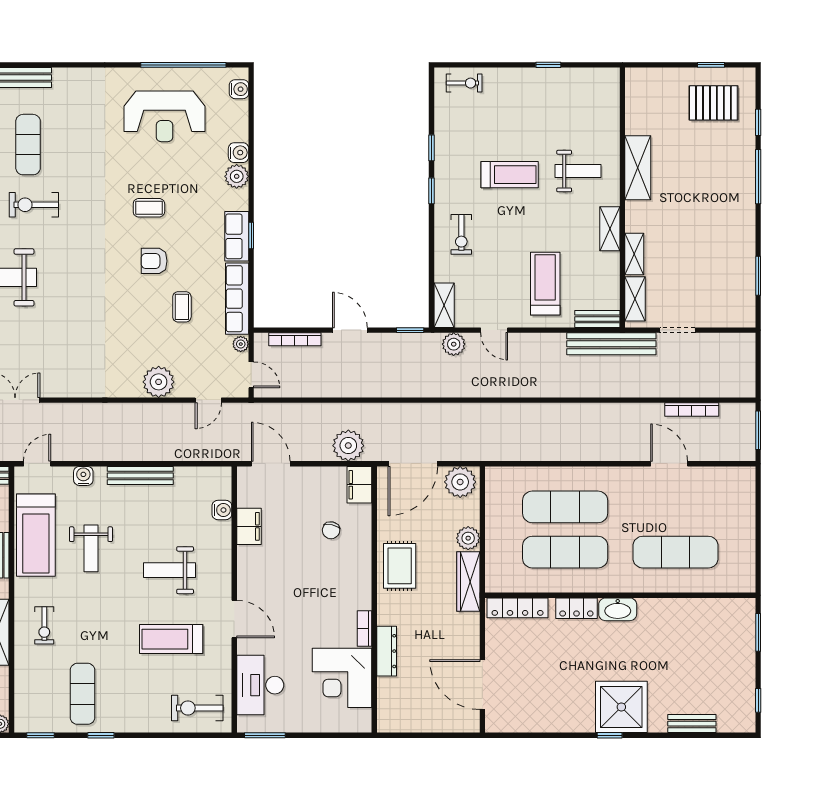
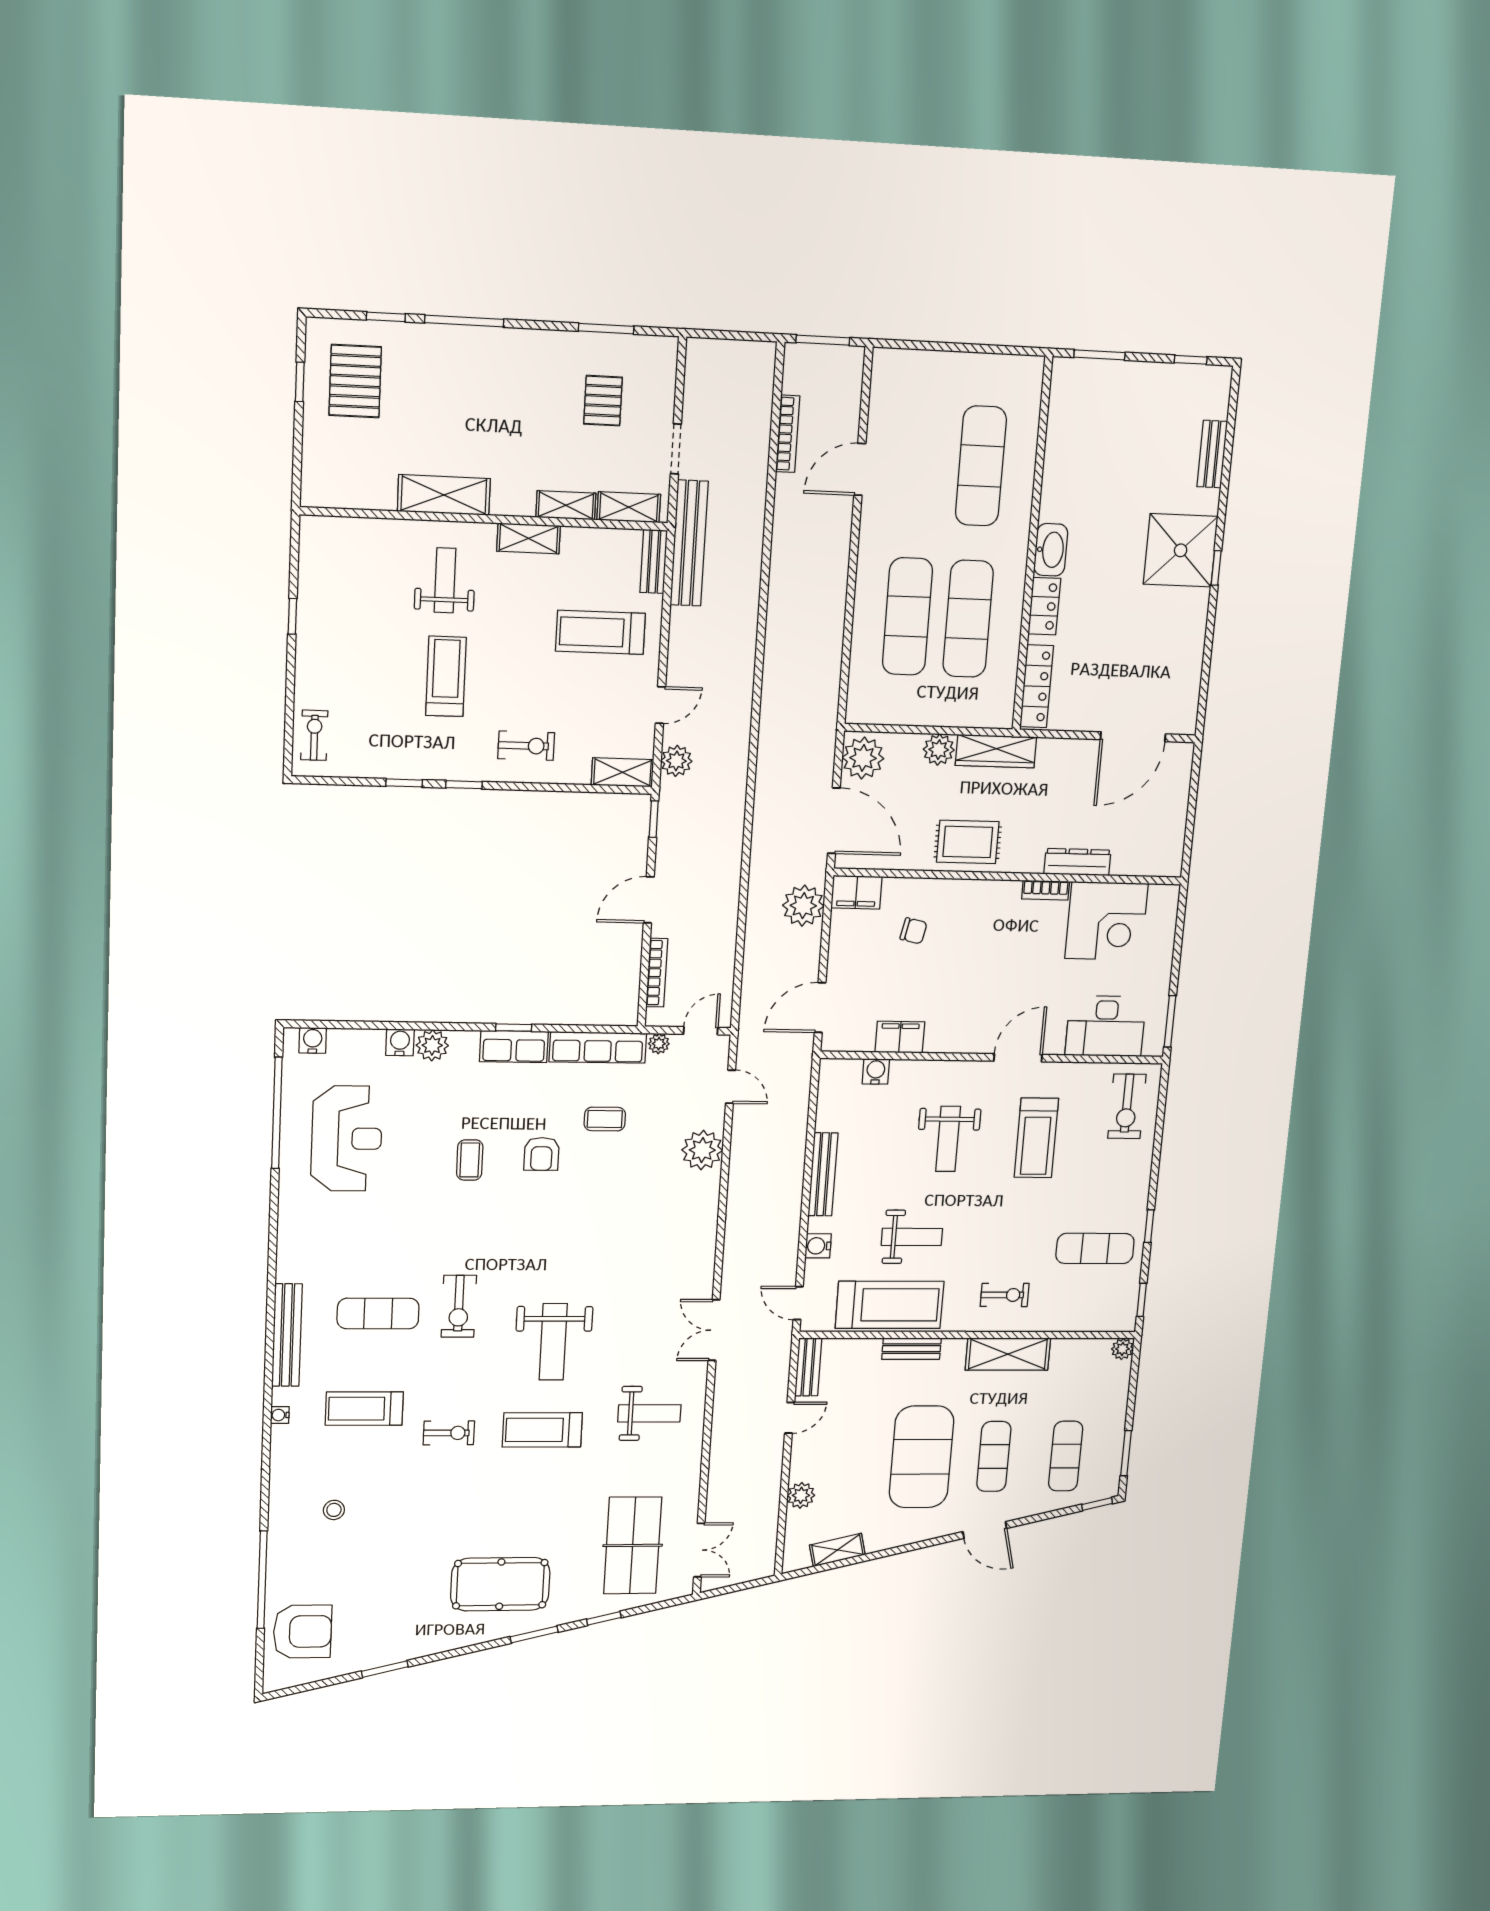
pallet: (708, 276) -> (603, 401), added

